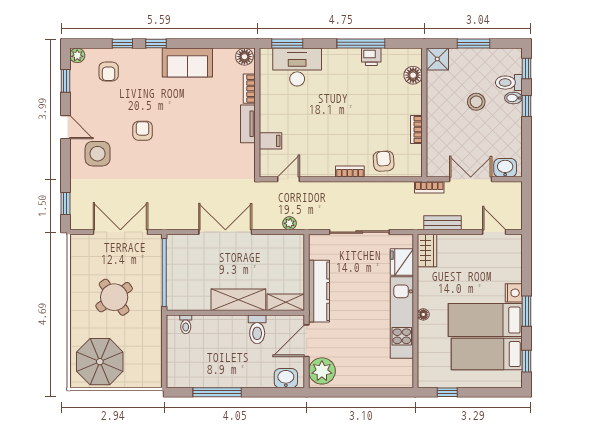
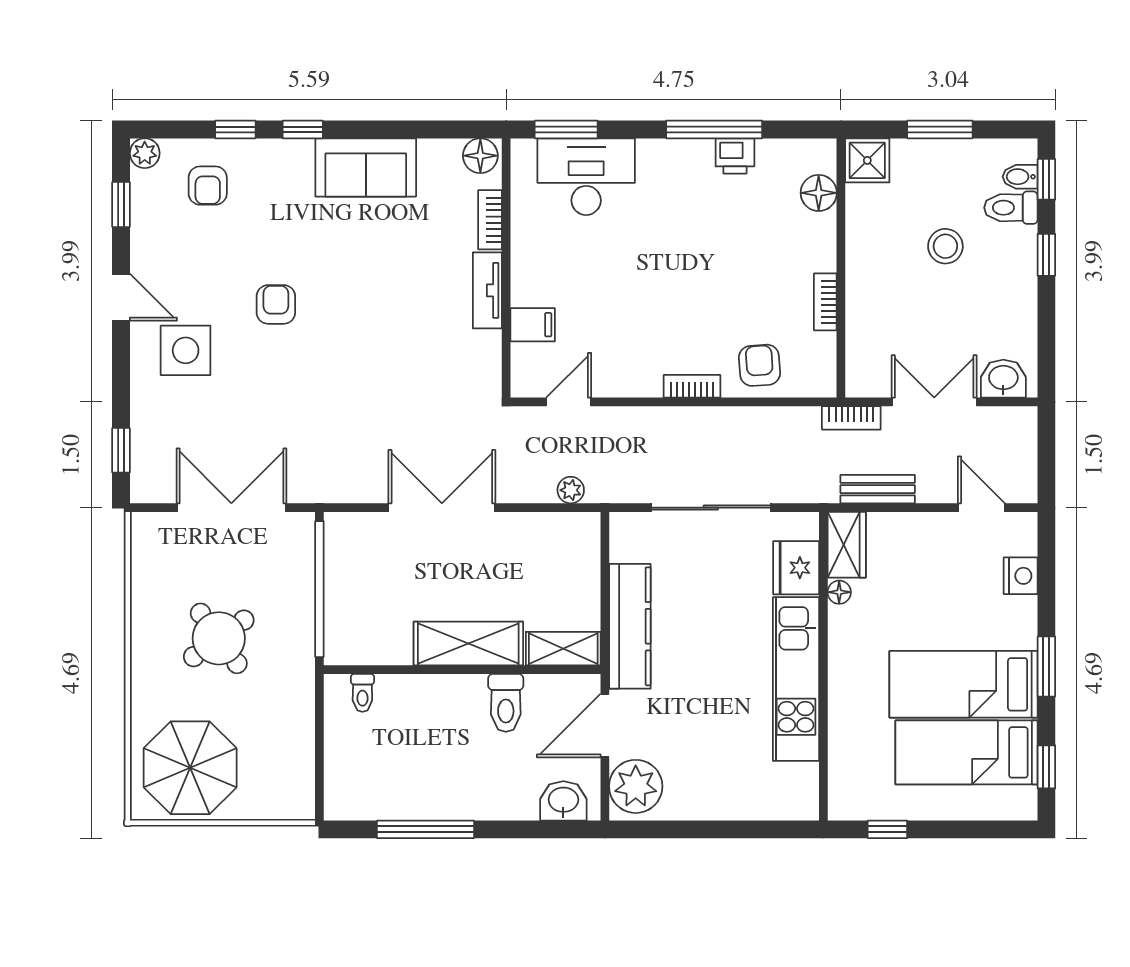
bidet: (513, 98) -> (1020, 177), moved
nightstand: (514, 293) -> (1021, 576), moved
floor lamp: (423, 314) -> (839, 592), moved

